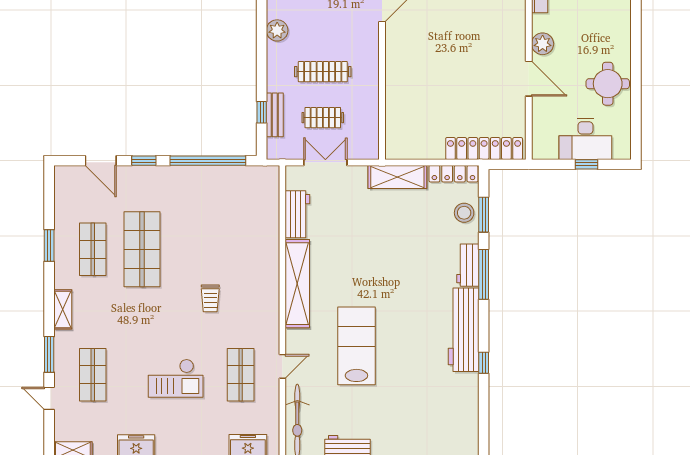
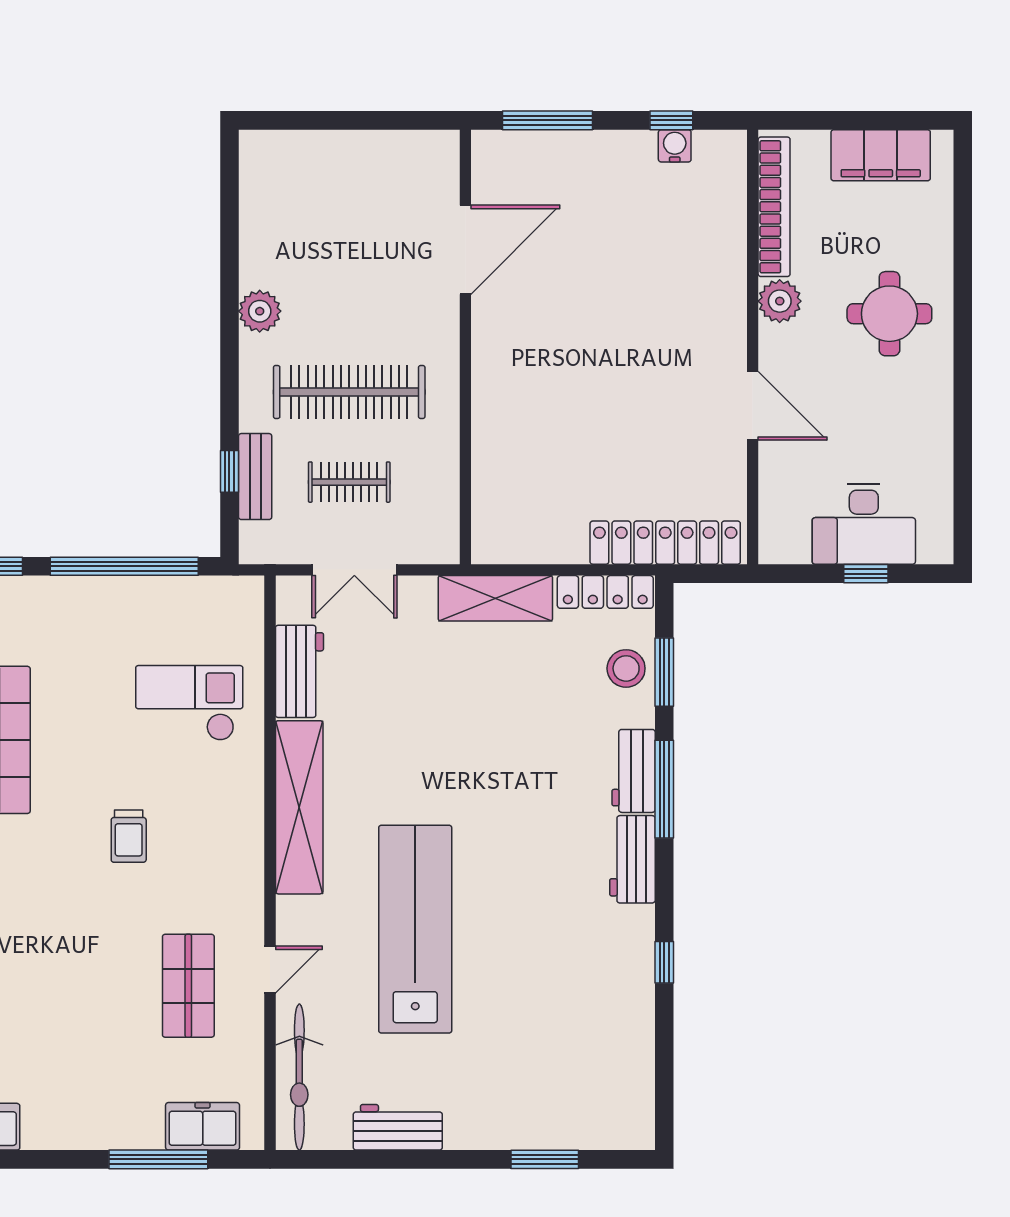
plant: (543, 44) -> (780, 301), moved
clothes rail: (323, 72) -> (349, 392), width x1.37, depth x1.31
round table: (608, 84) -> (889, 314), moved
double door: (325, 162) -> (354, 570), swing flipped
workbench: (464, 330) -> (632, 859), width x0.53, depth x0.76
lab bench: (356, 346) -> (415, 929), width x1.36
checkout: (176, 378) -> (189, 703), moved, turned 180

